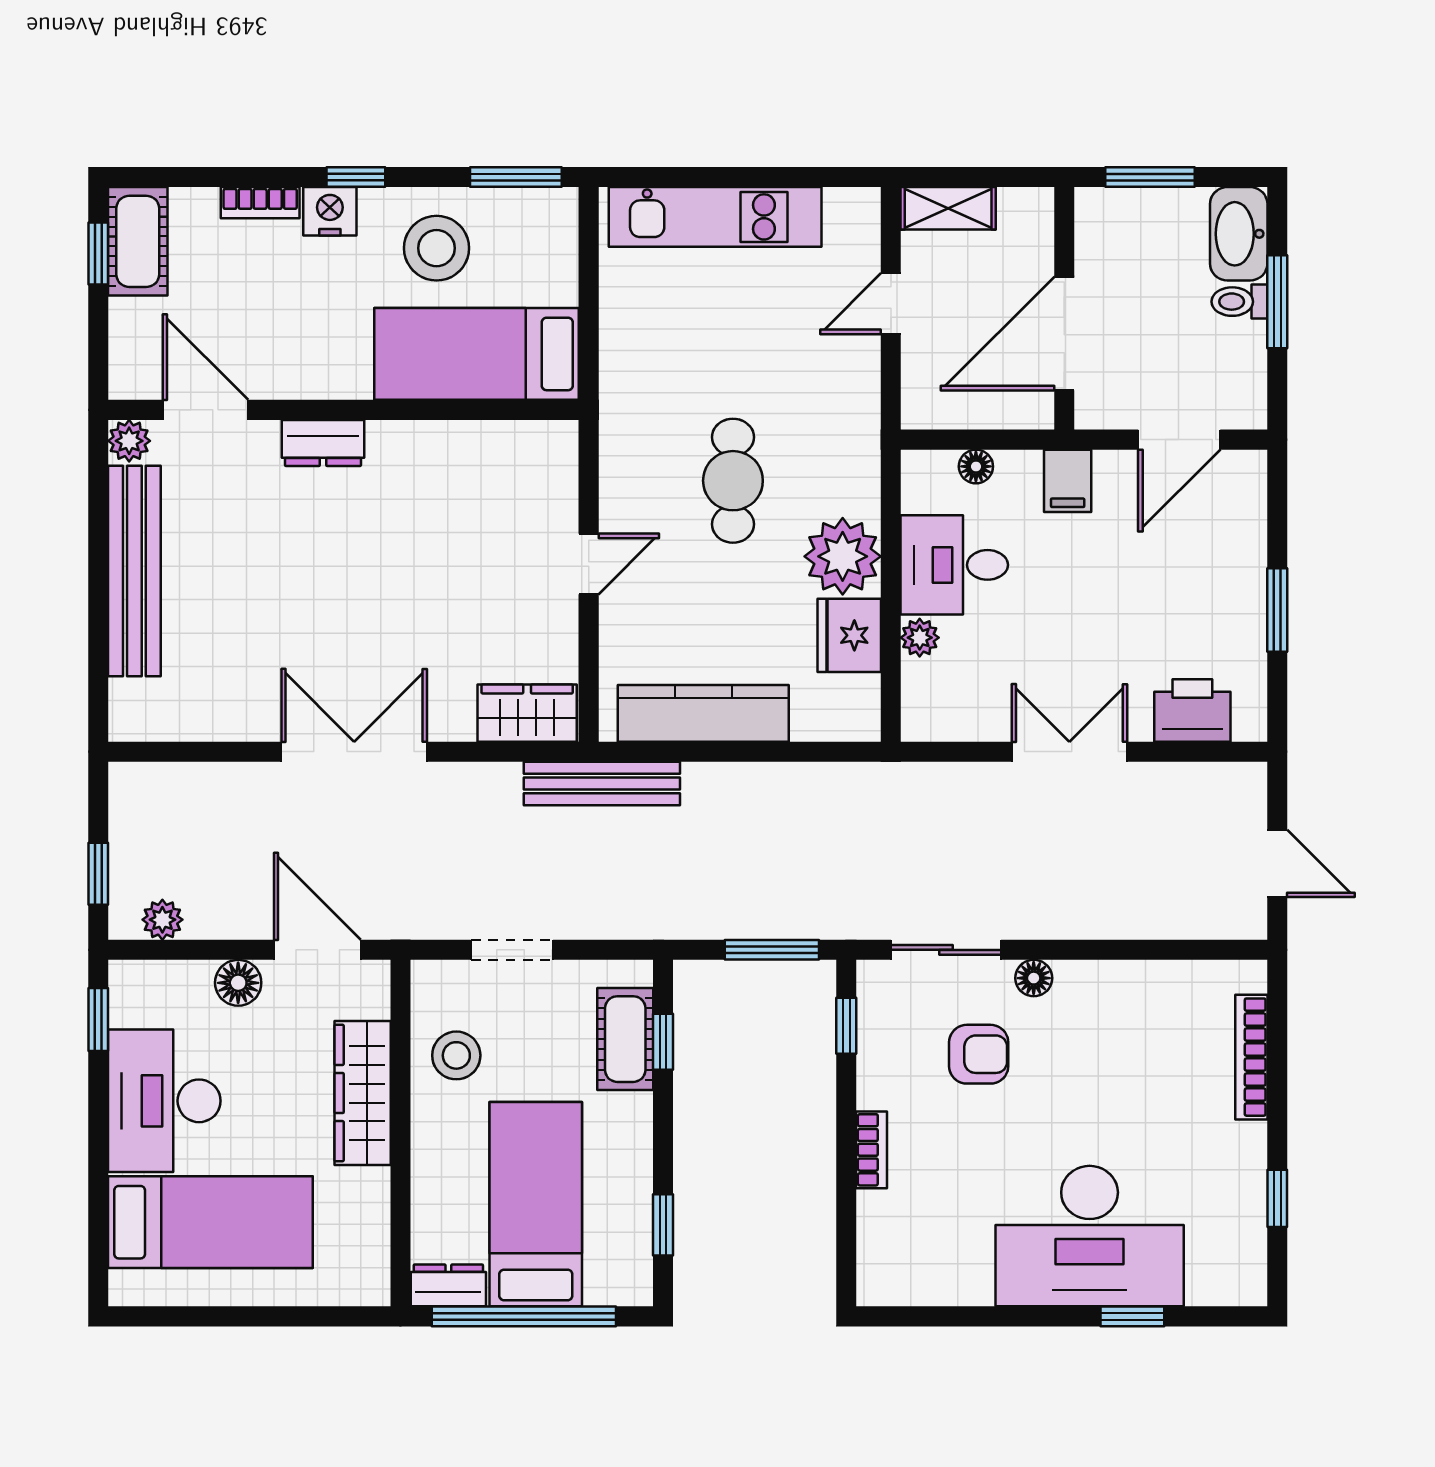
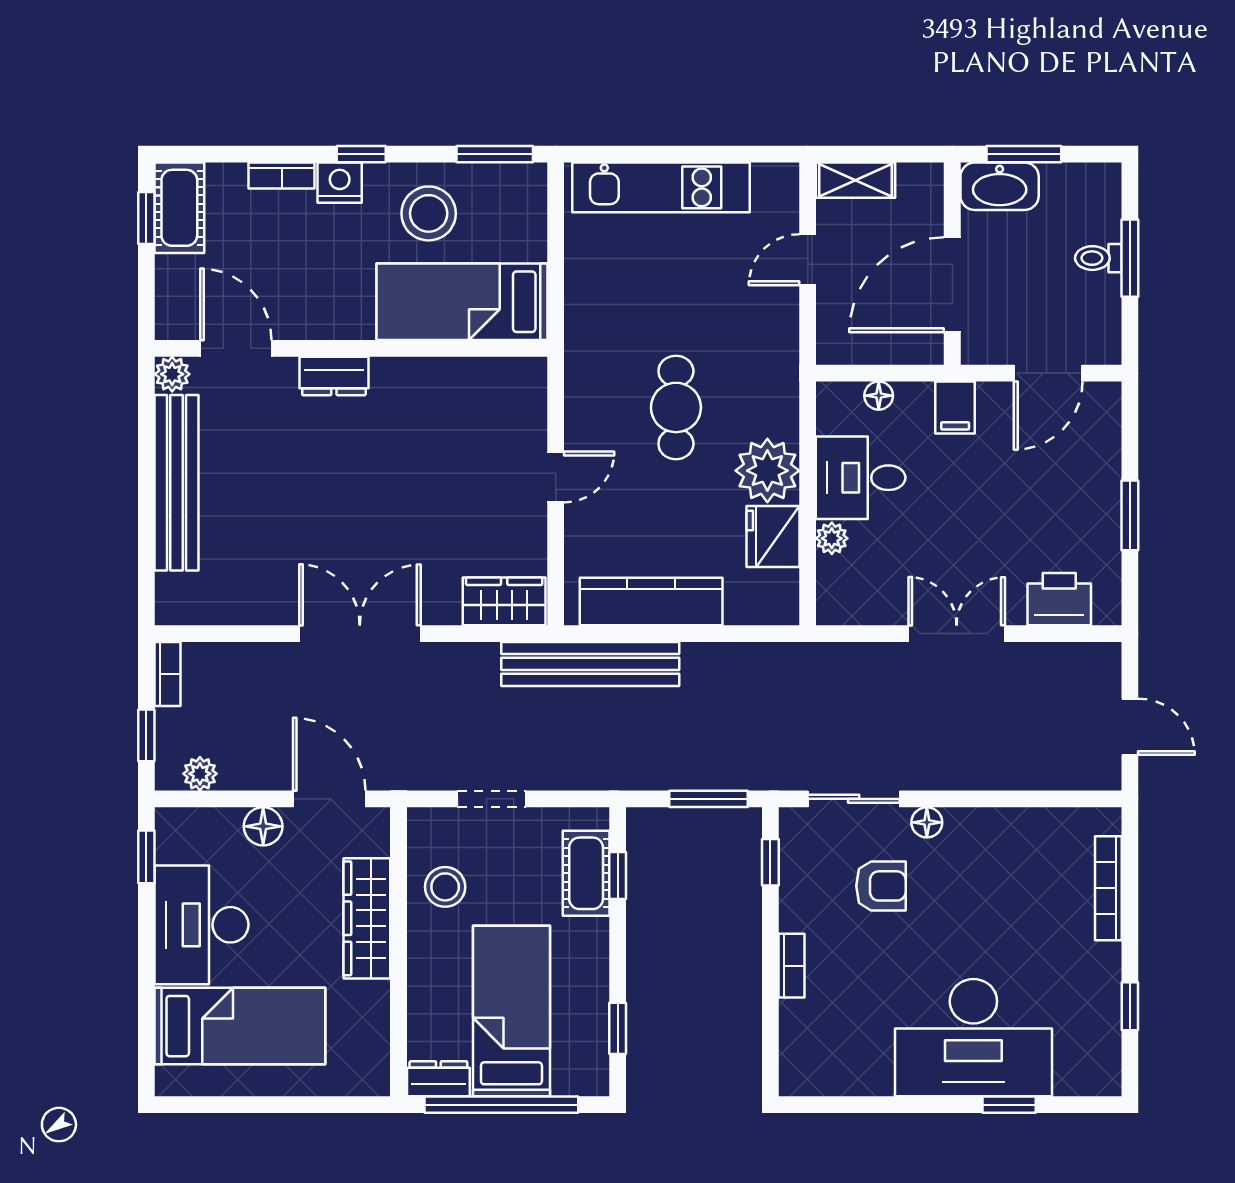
washbasin: (1239, 234) -> (1000, 186), moved, turned -90
bench: (602, 783) -> (590, 664), width x1.37, depth x1.21
bookcase: (124, 800) -> (168, 674), added

